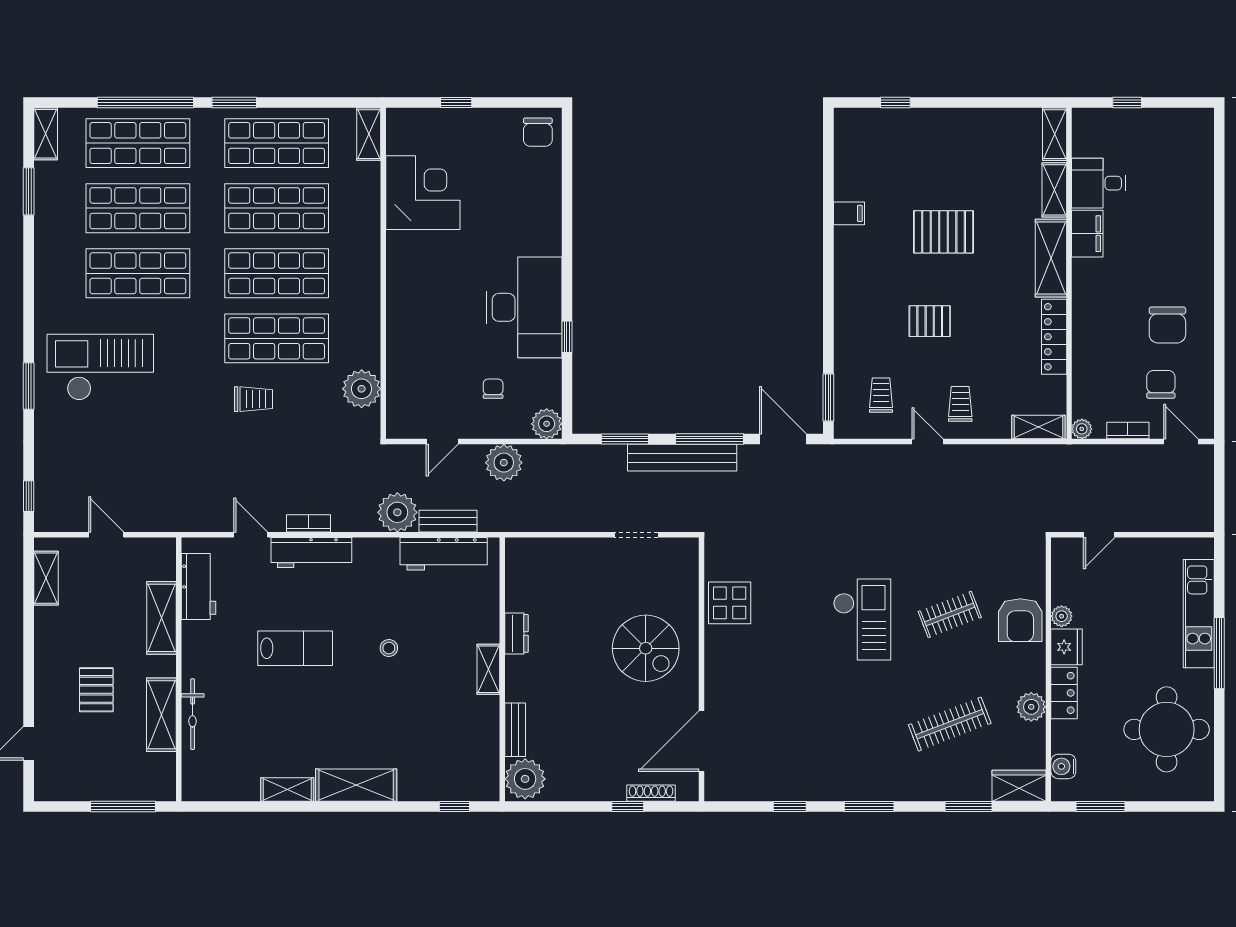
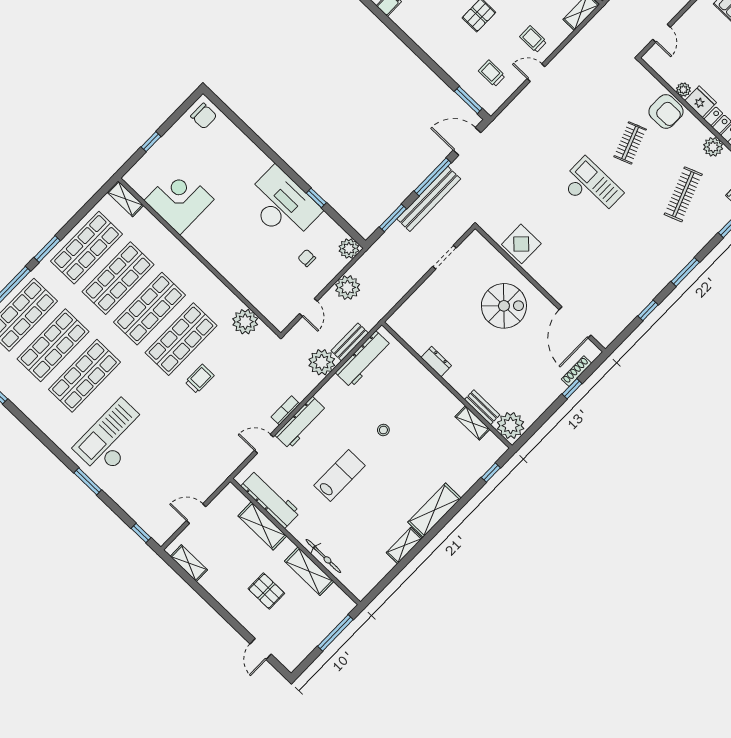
workbench: (198, 587) -> (270, 499), width x1.37
shelving: (488, 669) -> (472, 423), moved

